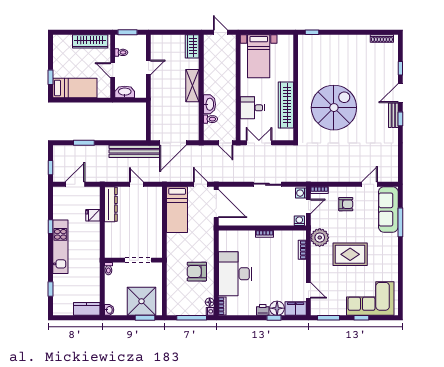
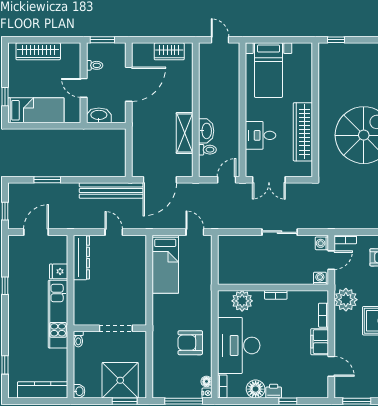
wardrobe: (90, 41) -> (38, 51), moved
wardrobe: (192, 46) -> (169, 51), moved, turned -90
door: (148, 67) -> (129, 84), width x1.88
shelving: (192, 86) -> (185, 133), moved
door: (226, 143) -> (227, 180), swing flipped
double door: (259, 143) -> (269, 180), swing flipped
door: (216, 204) -> (215, 257), removed
plant: (238, 239) -> (242, 301), added
kitchen unit: (60, 247) -> (58, 314), moved, turned 180
floor lamp: (277, 308) -> (256, 389), moved
filing cabinet: (296, 308) -> (320, 342), moved, turned -90
kitchen counter: (87, 309) -> (43, 390), width x1.50

